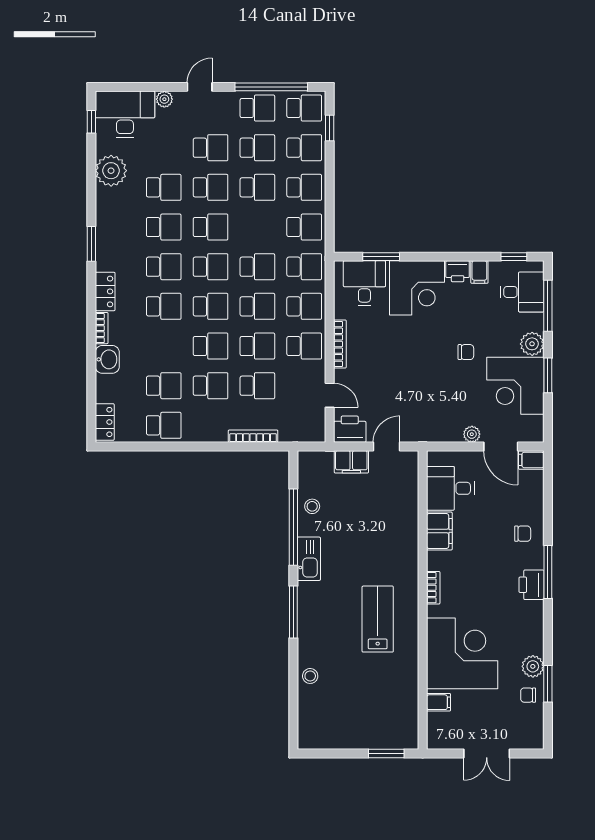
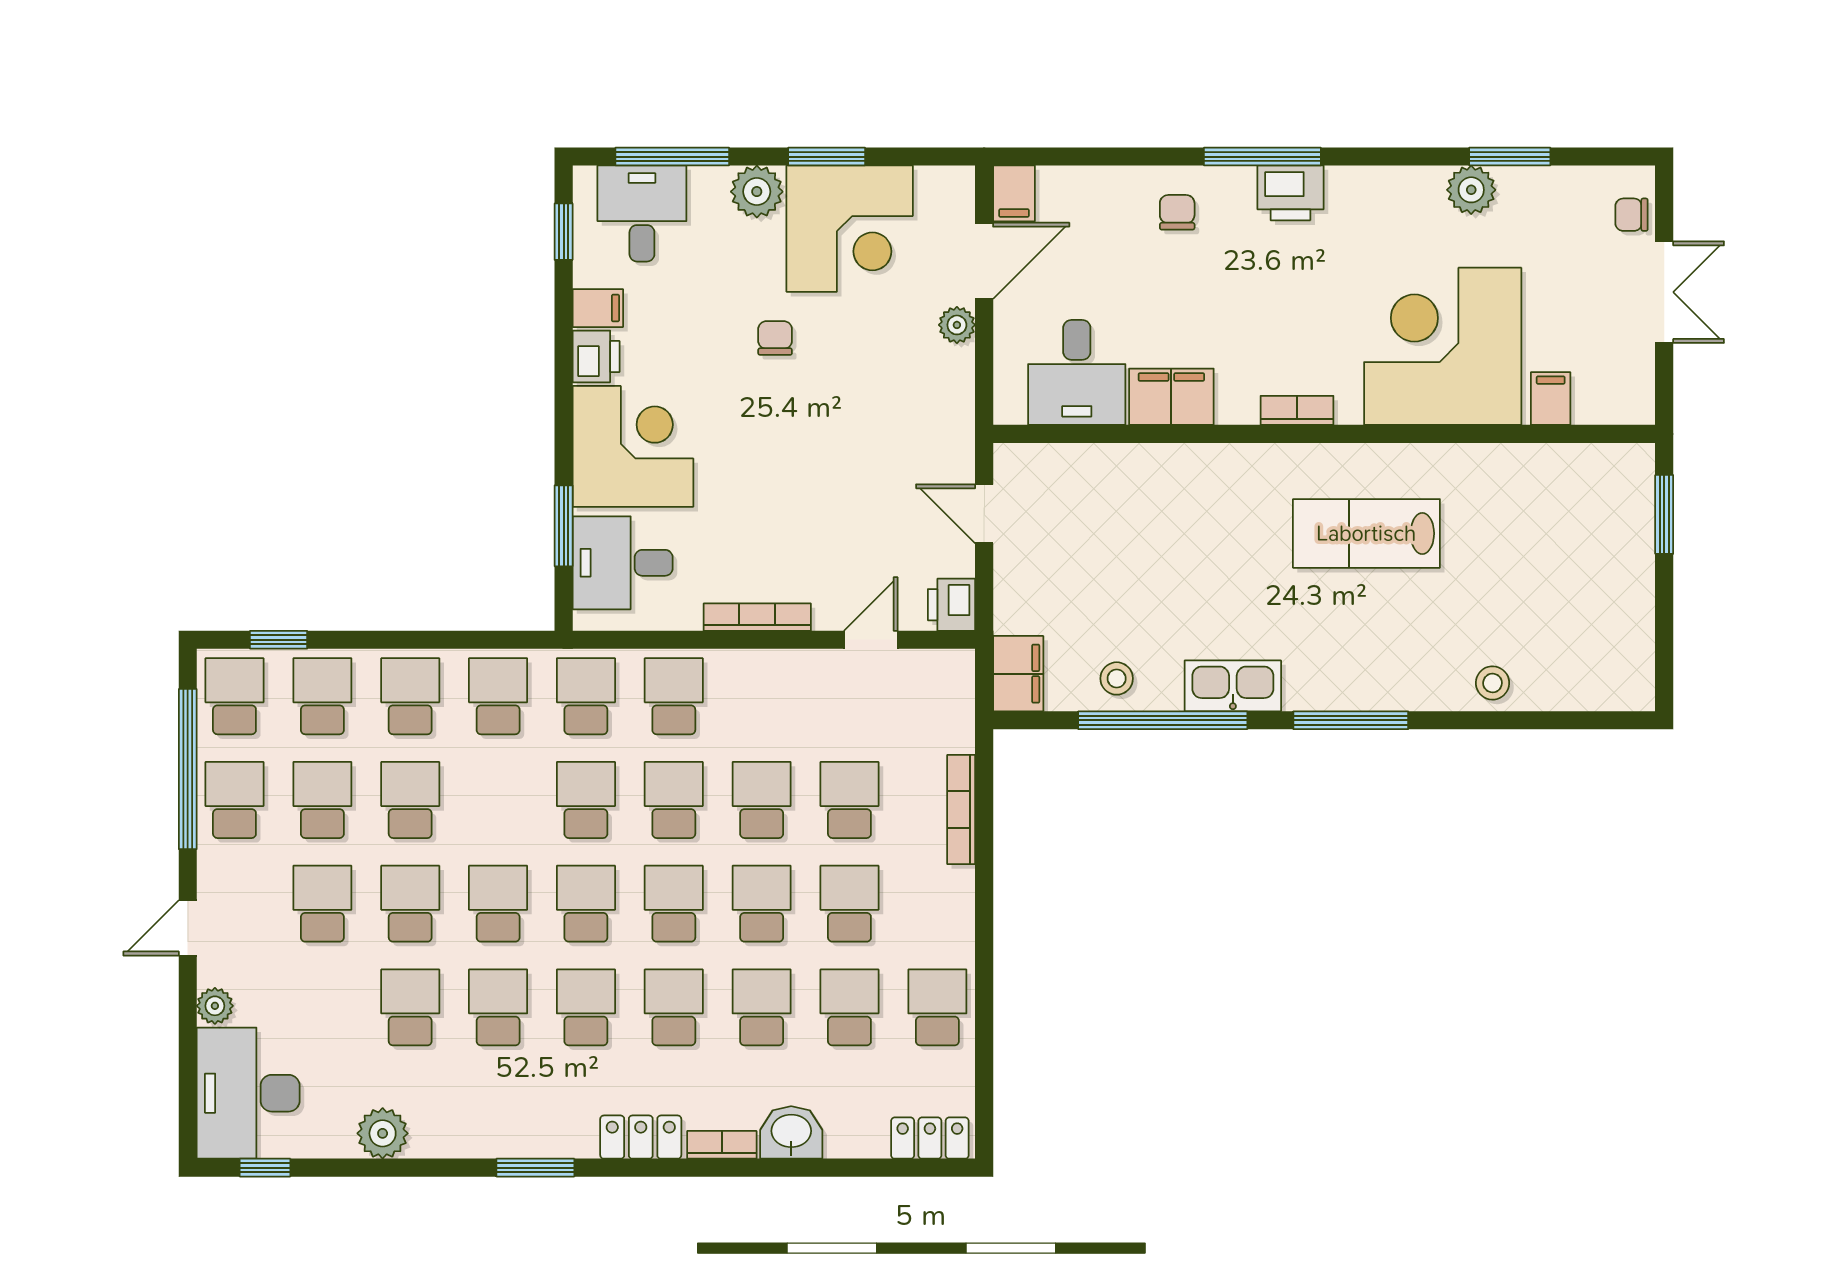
door: (200, 87) -> (188, 928), hinge flipped
plant: (111, 171) -> (383, 1133), width x0.73, depth x0.73
school desk: (304, 346) -> (762, 1007), moved
printer: (350, 429) -> (951, 605), width x0.73, depth x0.81
filing cabinet: (351, 462) -> (1018, 674), moved
chair: (528, 695) -> (1632, 215), moved, turned 90

